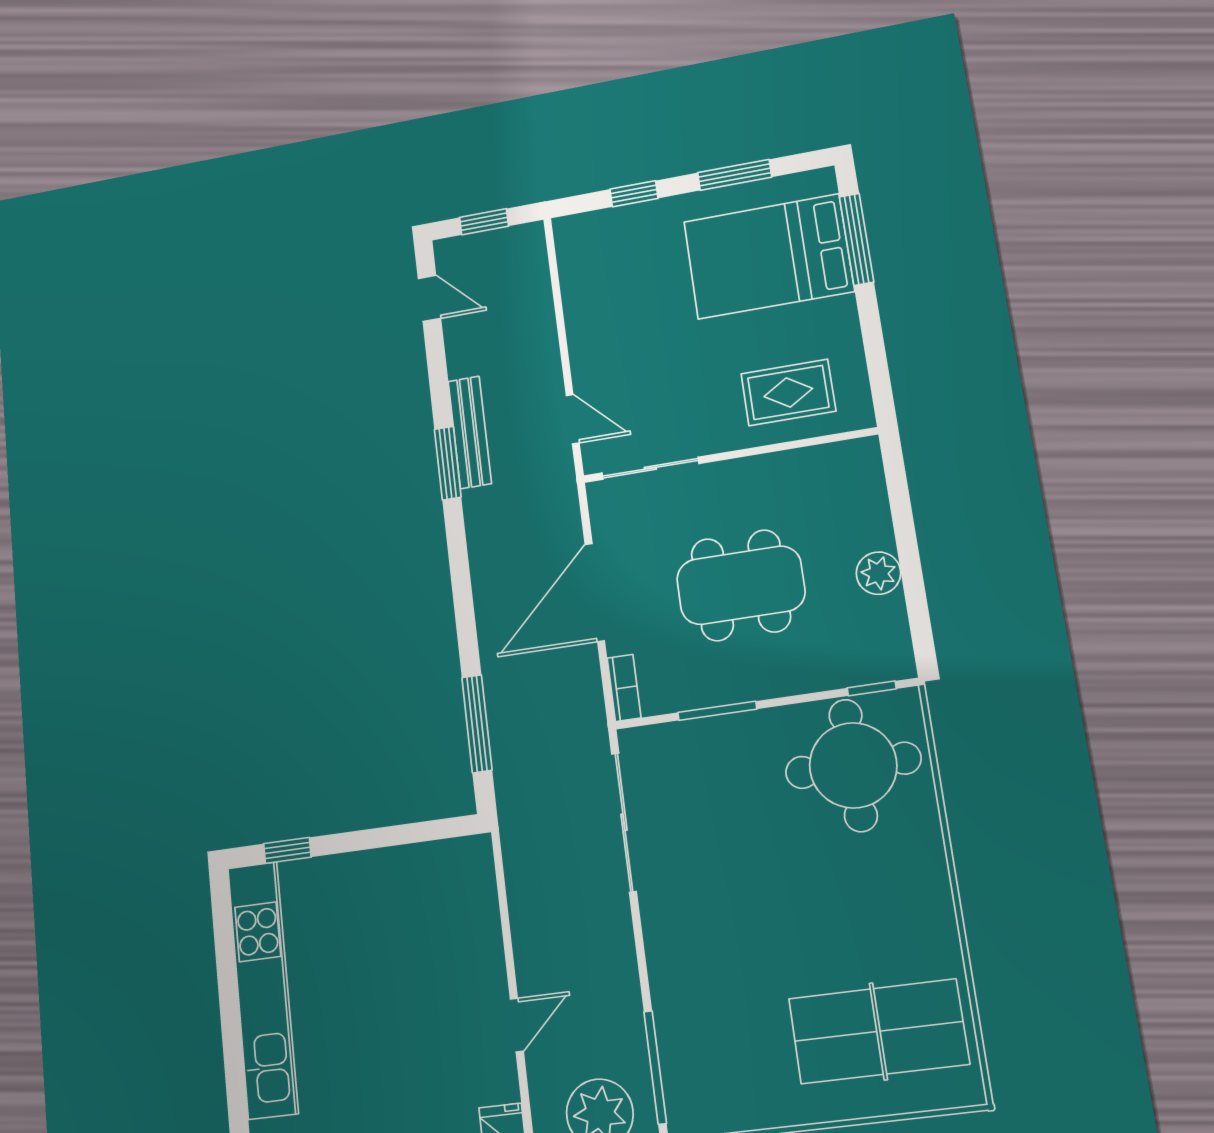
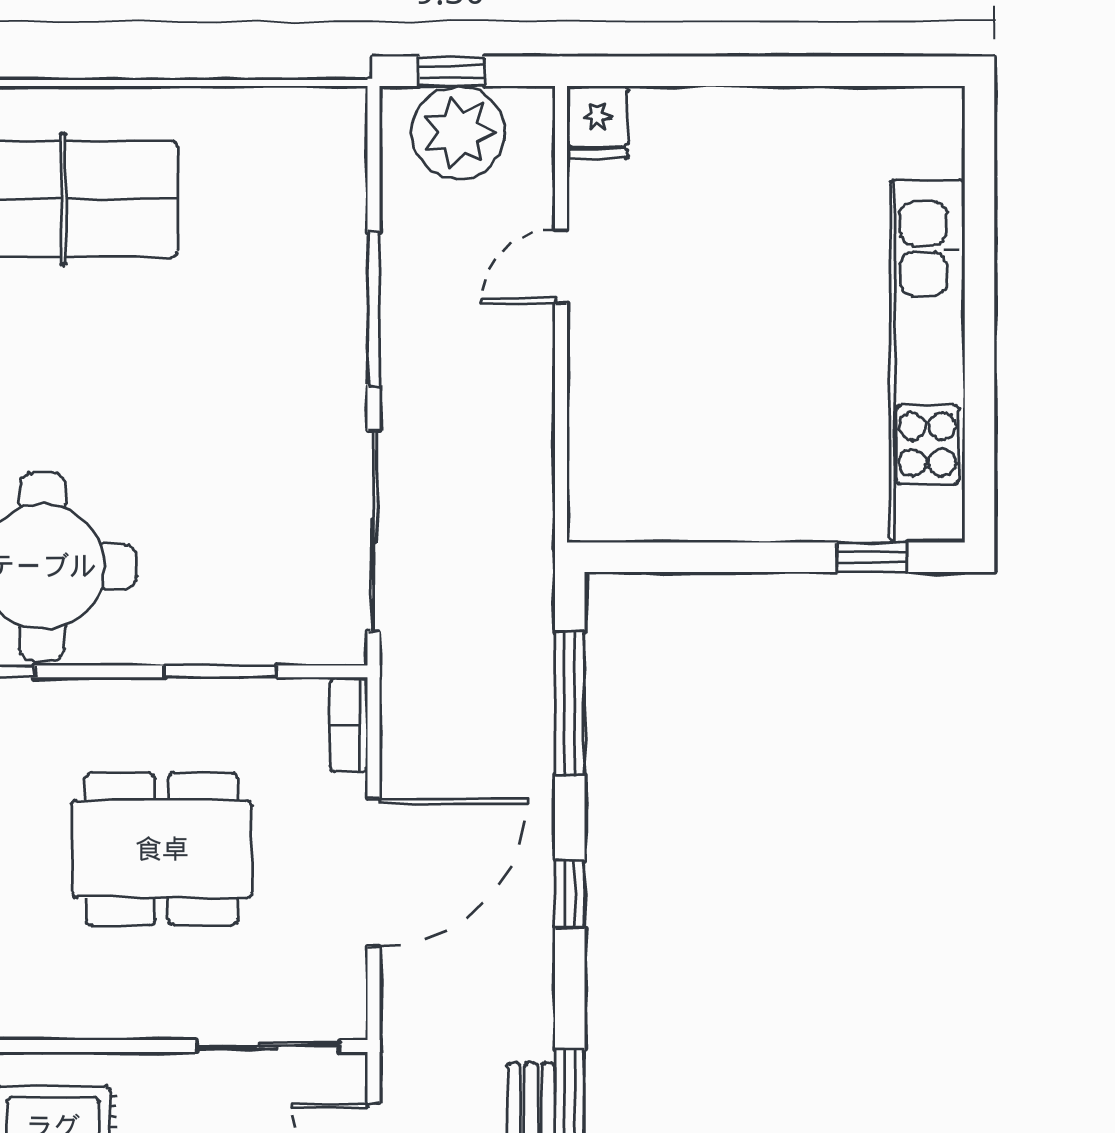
window: (463, 598) -> (570, 894), added
window: (655, 1067) -> (374, 309), moved

